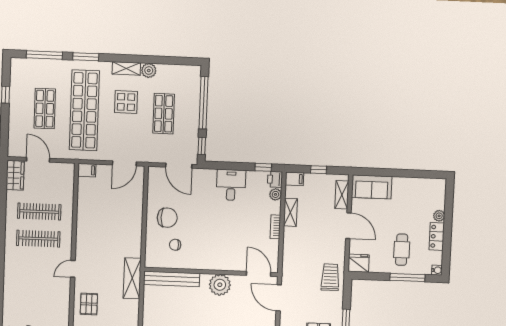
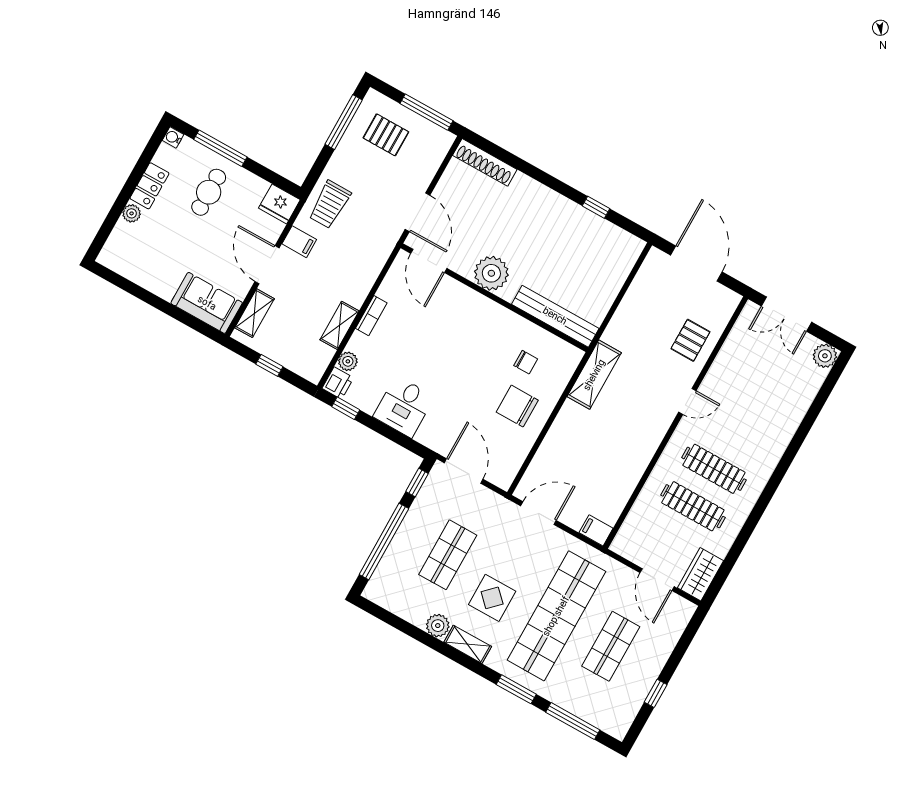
filing cabinet: (294, 179) -> (299, 242), moved, turned 180
shelving: (132, 278) -> (594, 375), moved

